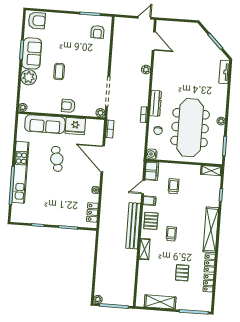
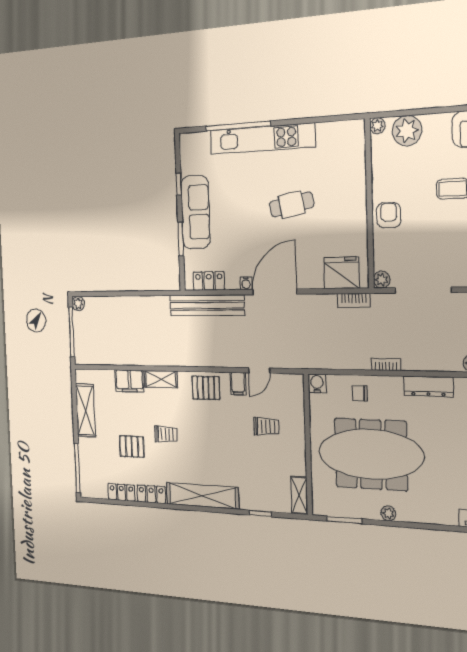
plant: (29, 77) -> (407, 131), moved
dresser: (156, 103) -> (428, 386), moved
sofa: (45, 124) -> (195, 212), moved, turned 180
fridge: (75, 126) -> (342, 273), moved, turned 90
door: (103, 159) -> (275, 292), moved
filing cabinet: (152, 171) -> (129, 381), moved
door: (143, 187) -> (259, 370), swing flipped
bench: (133, 226) -> (207, 305), moved
trolley: (171, 234) -> (166, 434), moved

